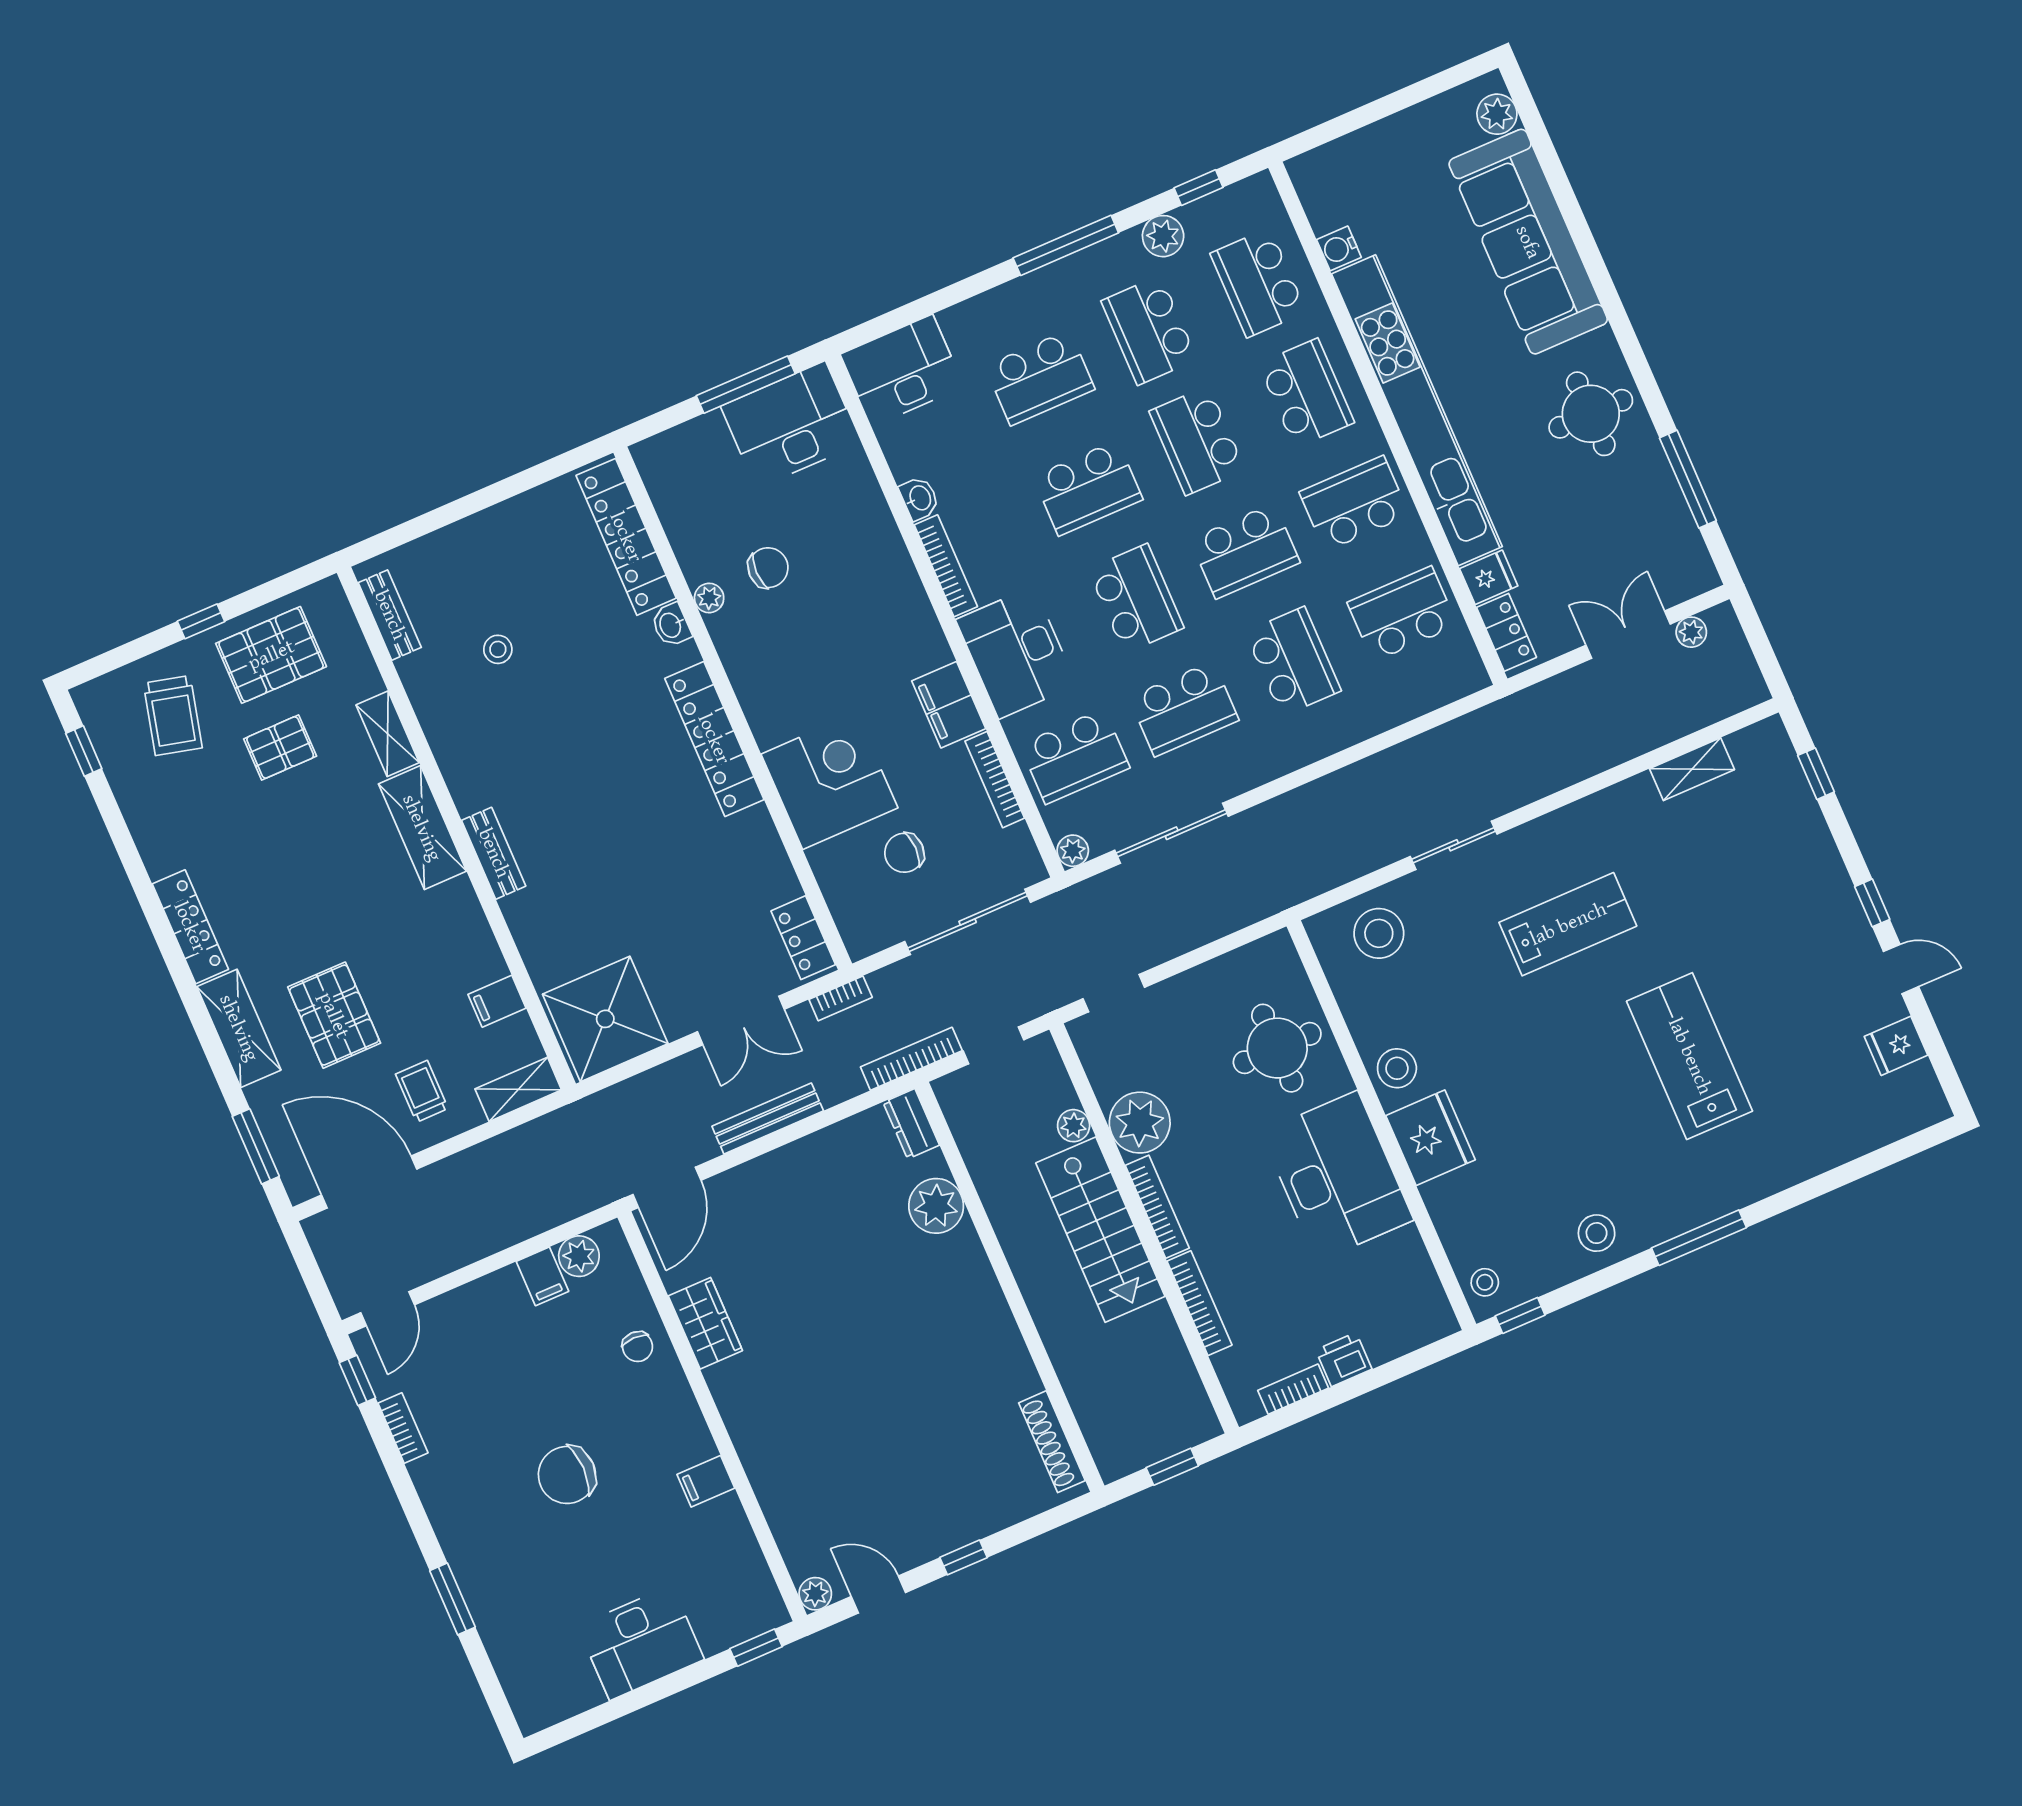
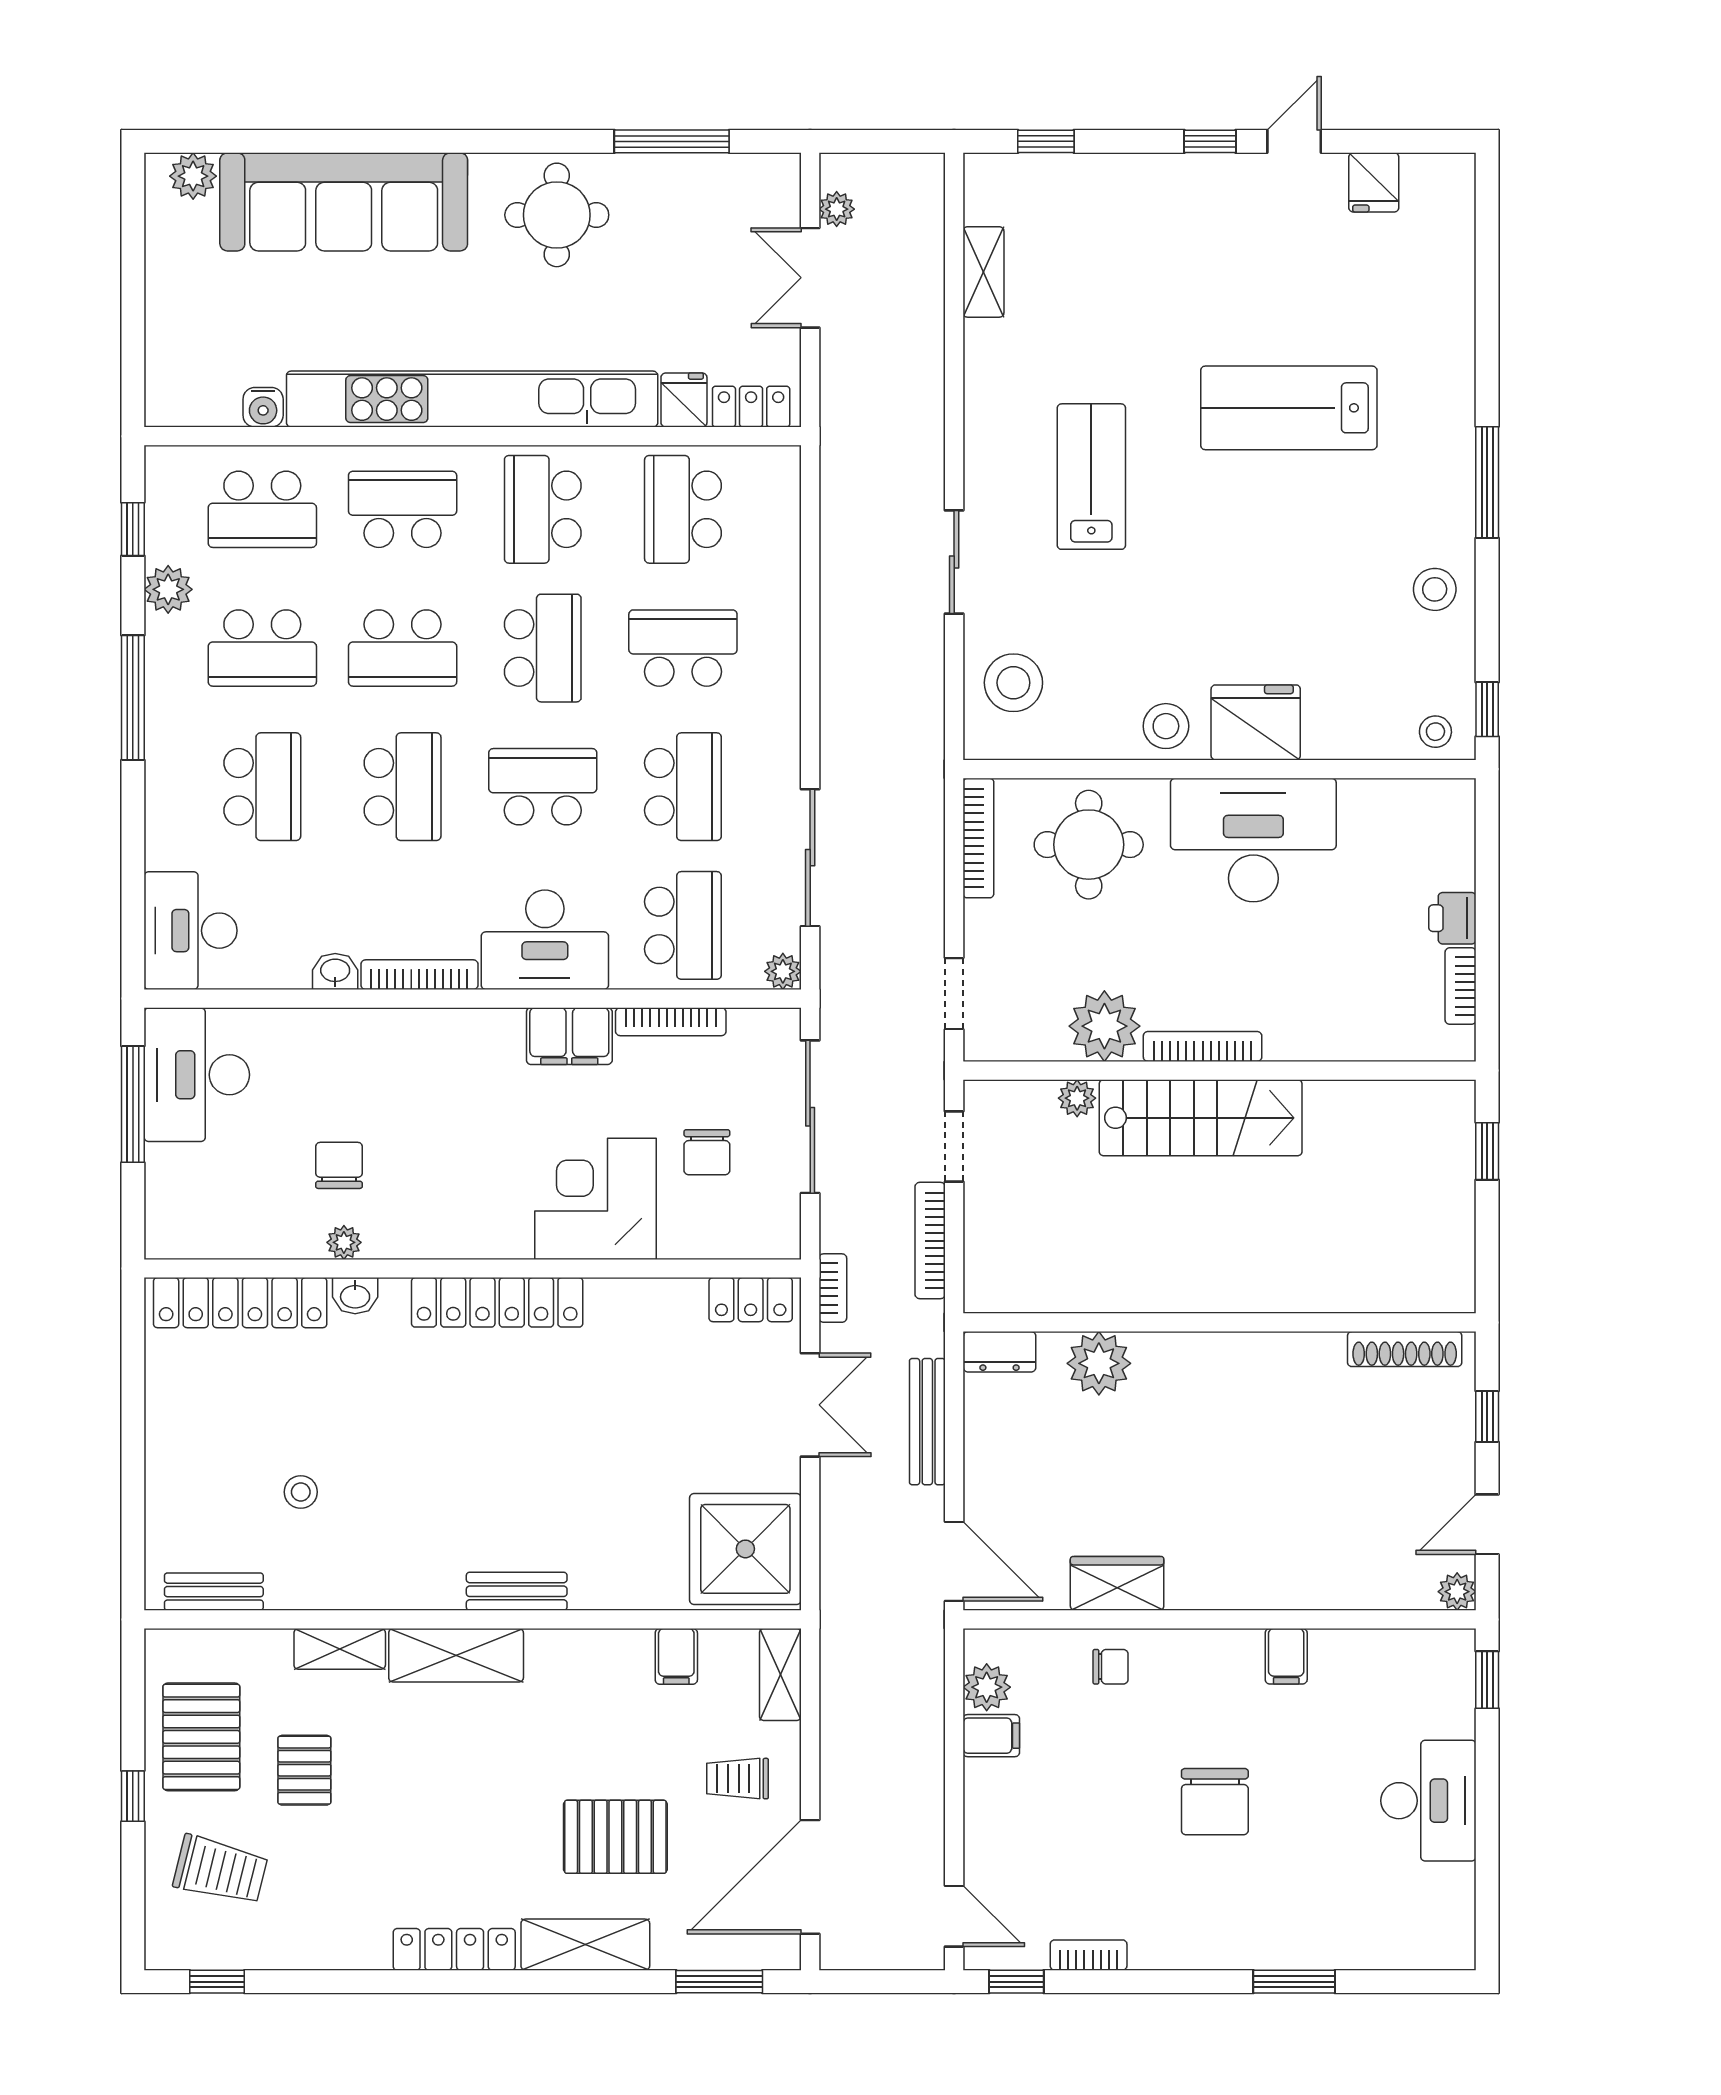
dresser: (911, 1124) -> (1000, 1352), moved
plant: (936, 1206) -> (1099, 1363), moved
wall: (1010, 1287) -> (1219, 1322), moved
bookcase: (1199, 1303) -> (978, 838), moved, turned 90
shoe rack: (1052, 1442) -> (1405, 1349), moved

